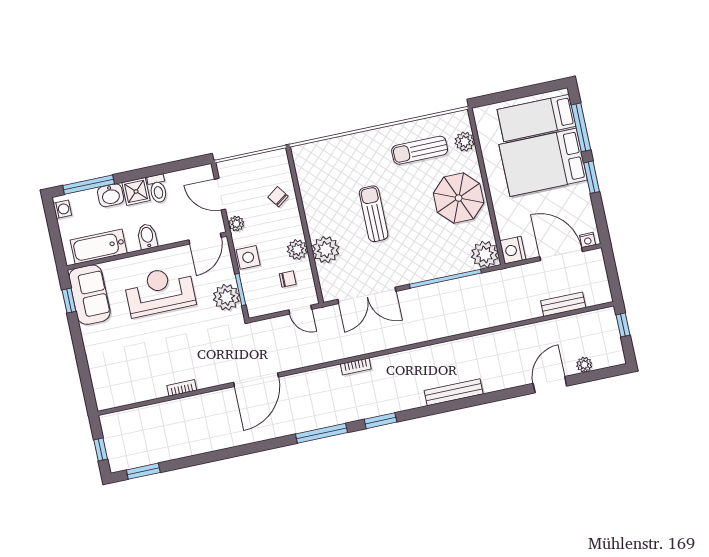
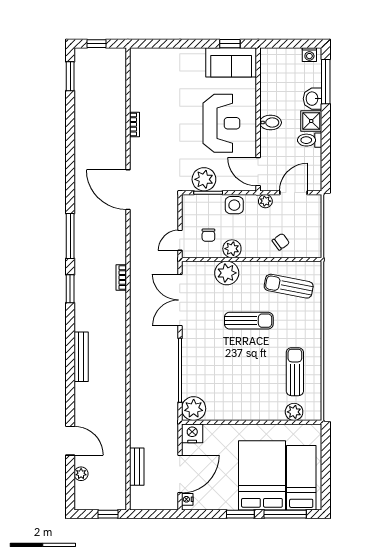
sun lounger: (326, 177) -> (289, 286), added
parasol: (459, 198) -> (247, 396), removed
bathtub: (99, 247) -> (271, 79), removed

